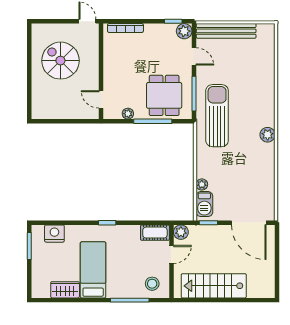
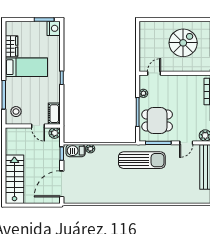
plant: (268, 135) -> (128, 198), removed
nightstand: (54, 234) -> (54, 28), moved
stairs: (214, 286) -> (14, 179), moved

